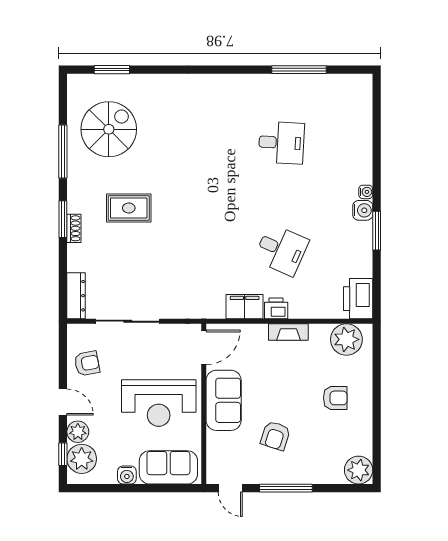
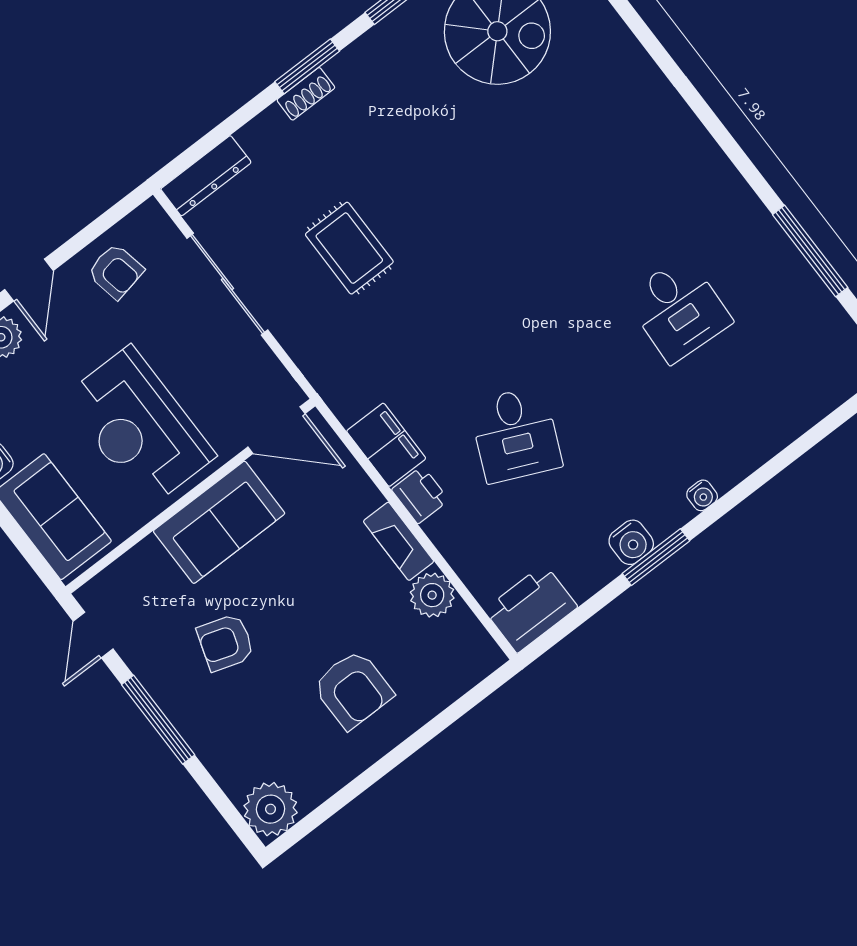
rug: (129, 208) -> (349, 248), moved
water cooler: (363, 210) -> (631, 542), moved
plant: (346, 339) -> (432, 595), moved, width x0.73, depth x0.73
armchair: (335, 398) -> (353, 689), width x1.38, depth x1.38

